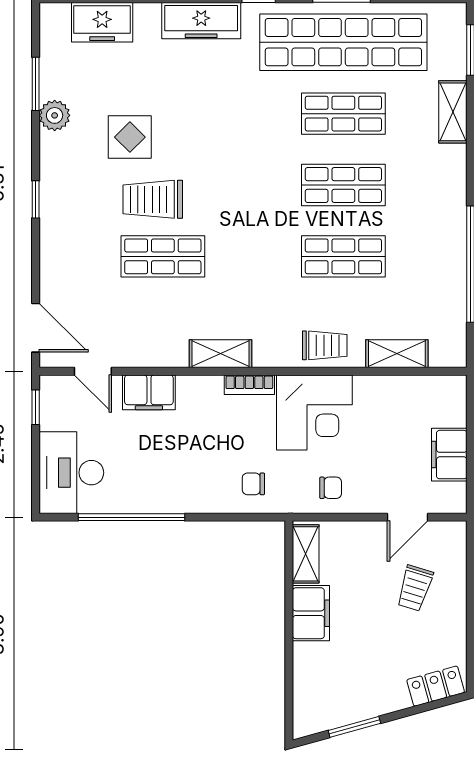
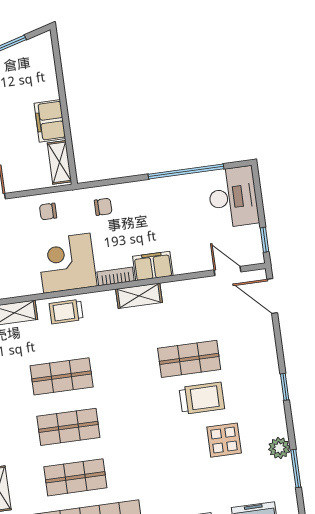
filing cabinet: (149, 392) -> (153, 266), moved

